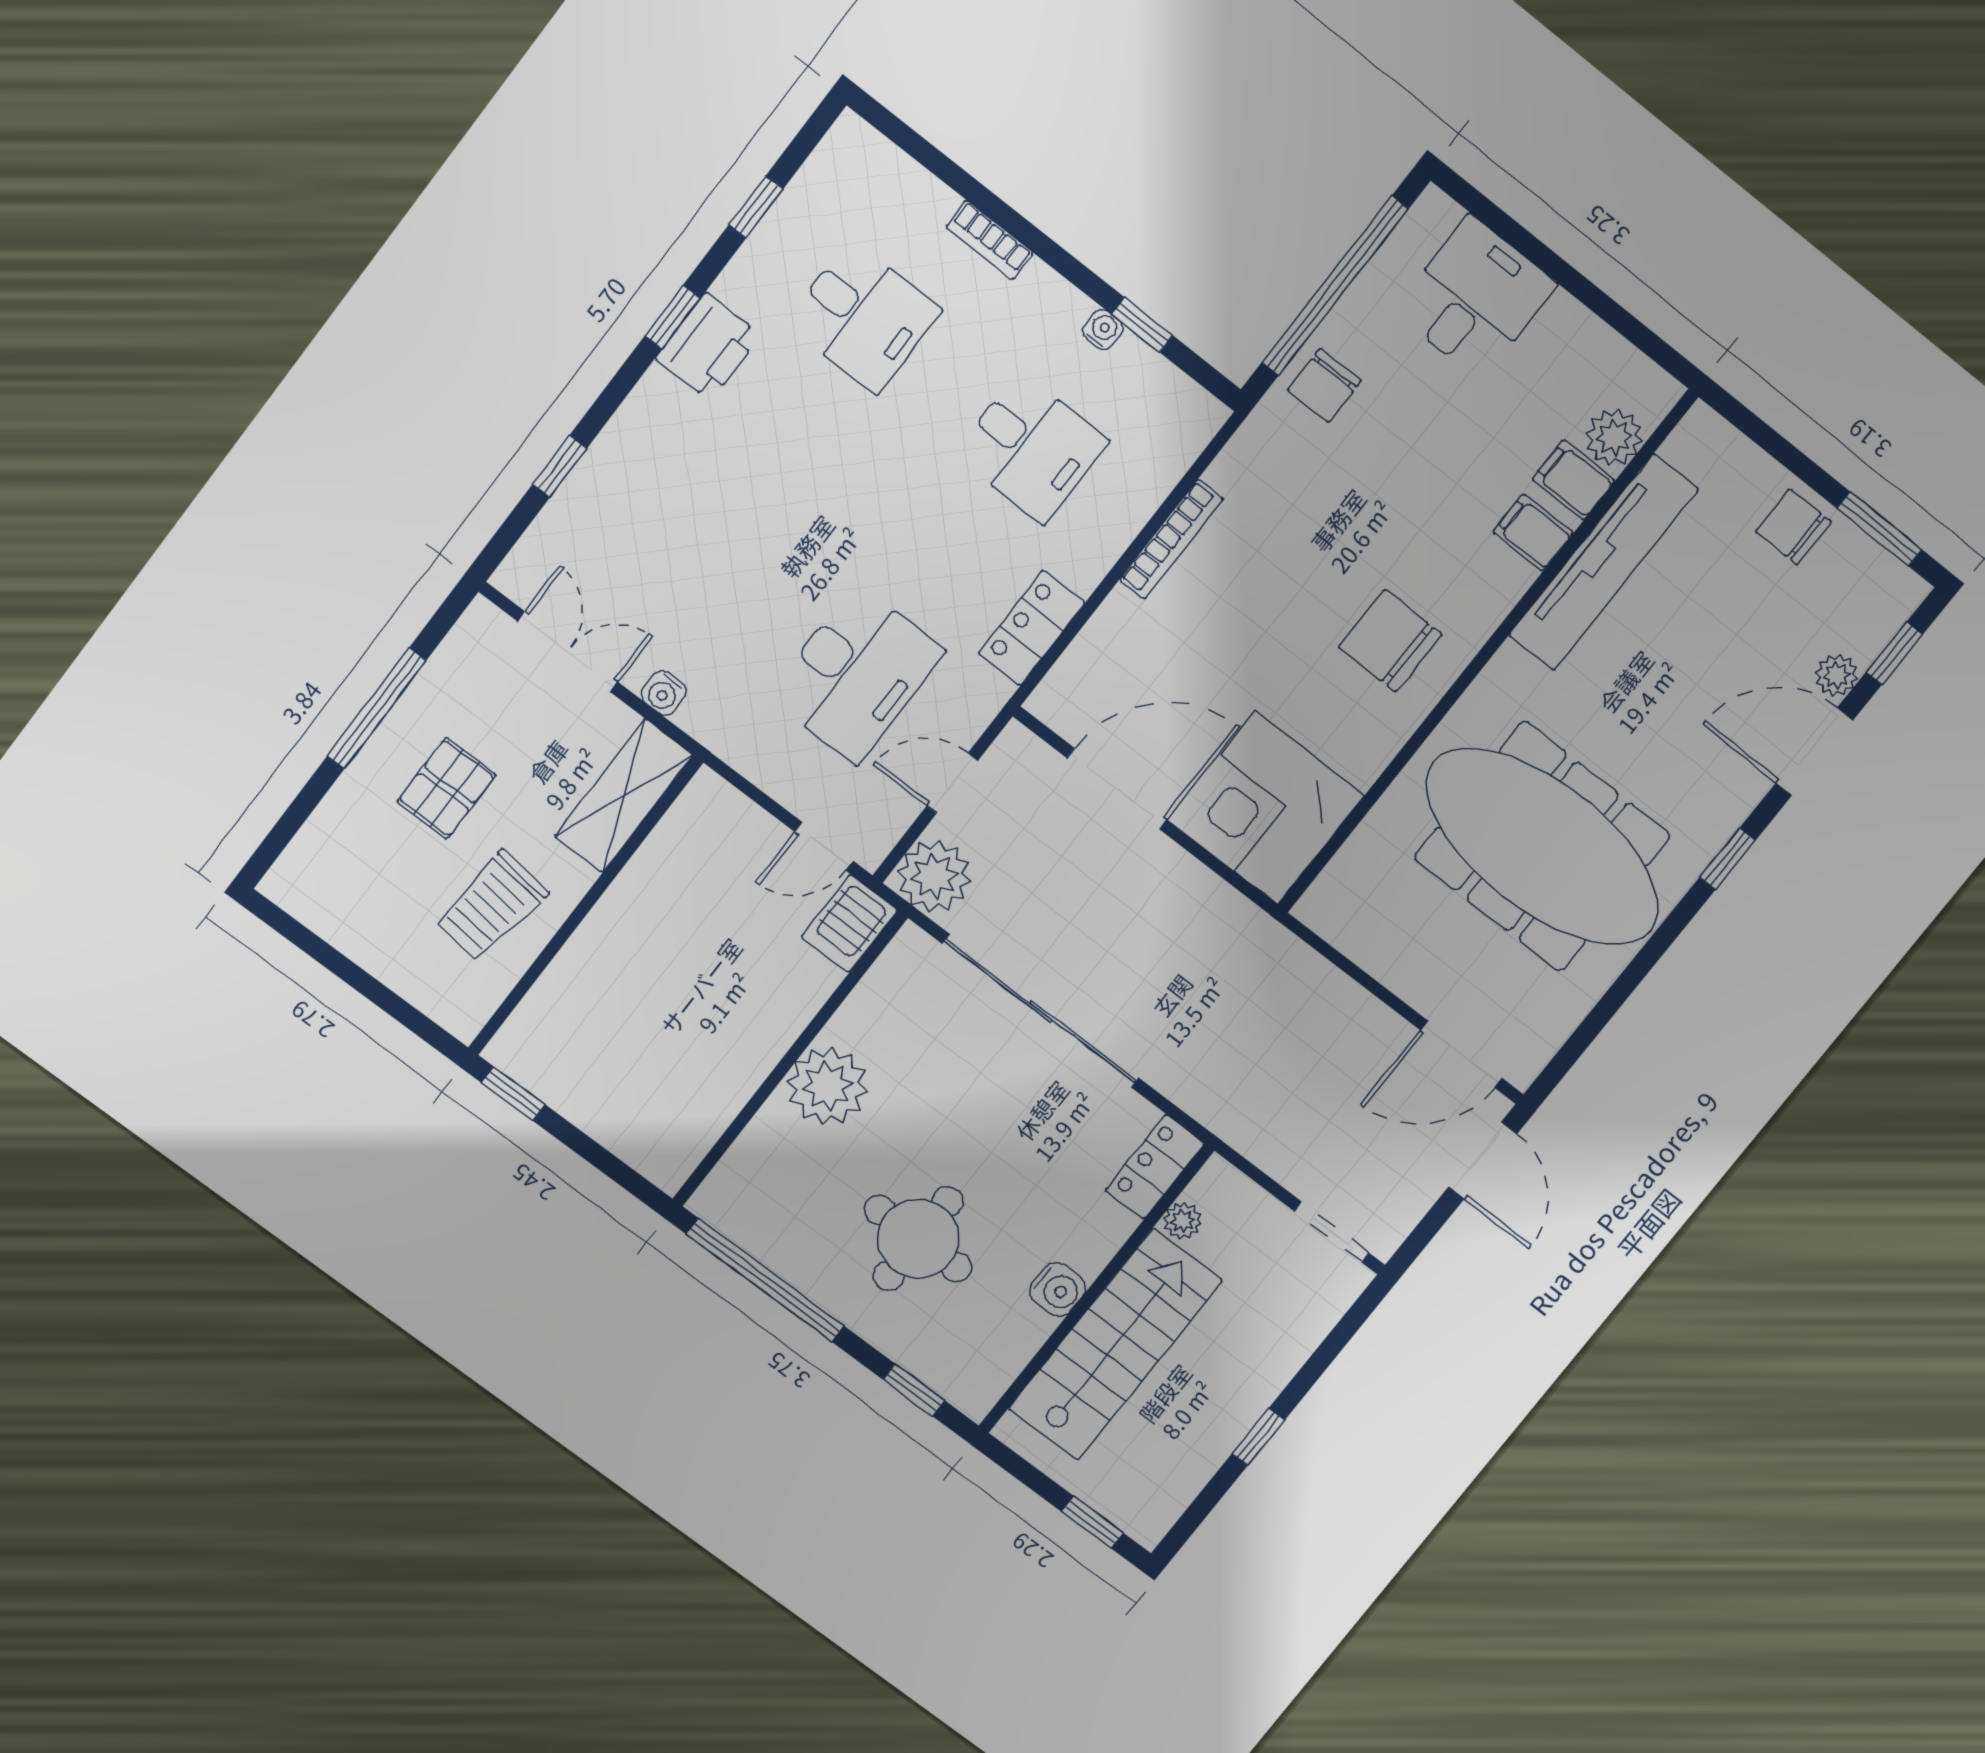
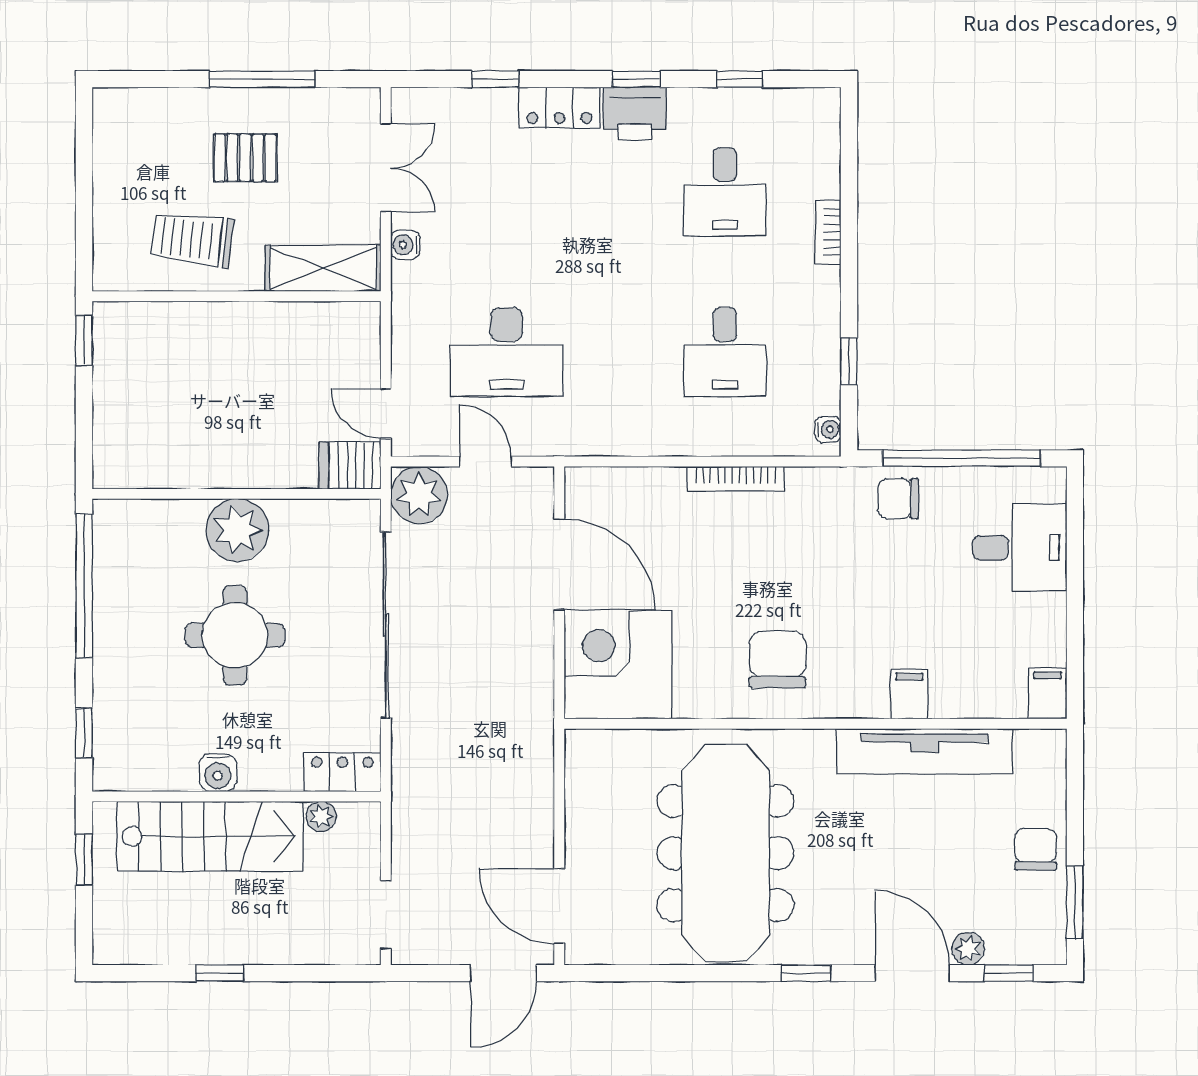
water cooler: (1103, 330) -> (828, 429), moved
plant: (1614, 437) -> (1004, 697), removed
filing cabinet: (1574, 480) -> (1048, 693), moved
locker: (1032, 628) -> (559, 108), moved, turned 180
round table: (918, 1239) -> (235, 635), moved
window: (1093, 1522) -> (84, 860), moved

